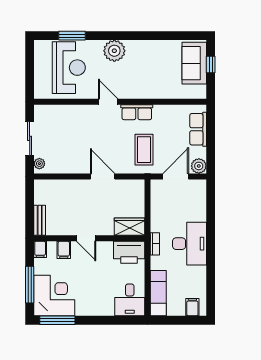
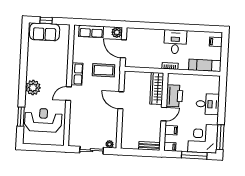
door: (103, 176) -> (121, 100), hinge flipped
wardrobe: (129, 227) -> (157, 88), width x1.50
desk: (190, 244) -> (175, 42), width x0.73
printer: (129, 252) -> (174, 96), moved
desk: (130, 300) -> (208, 104), moved

